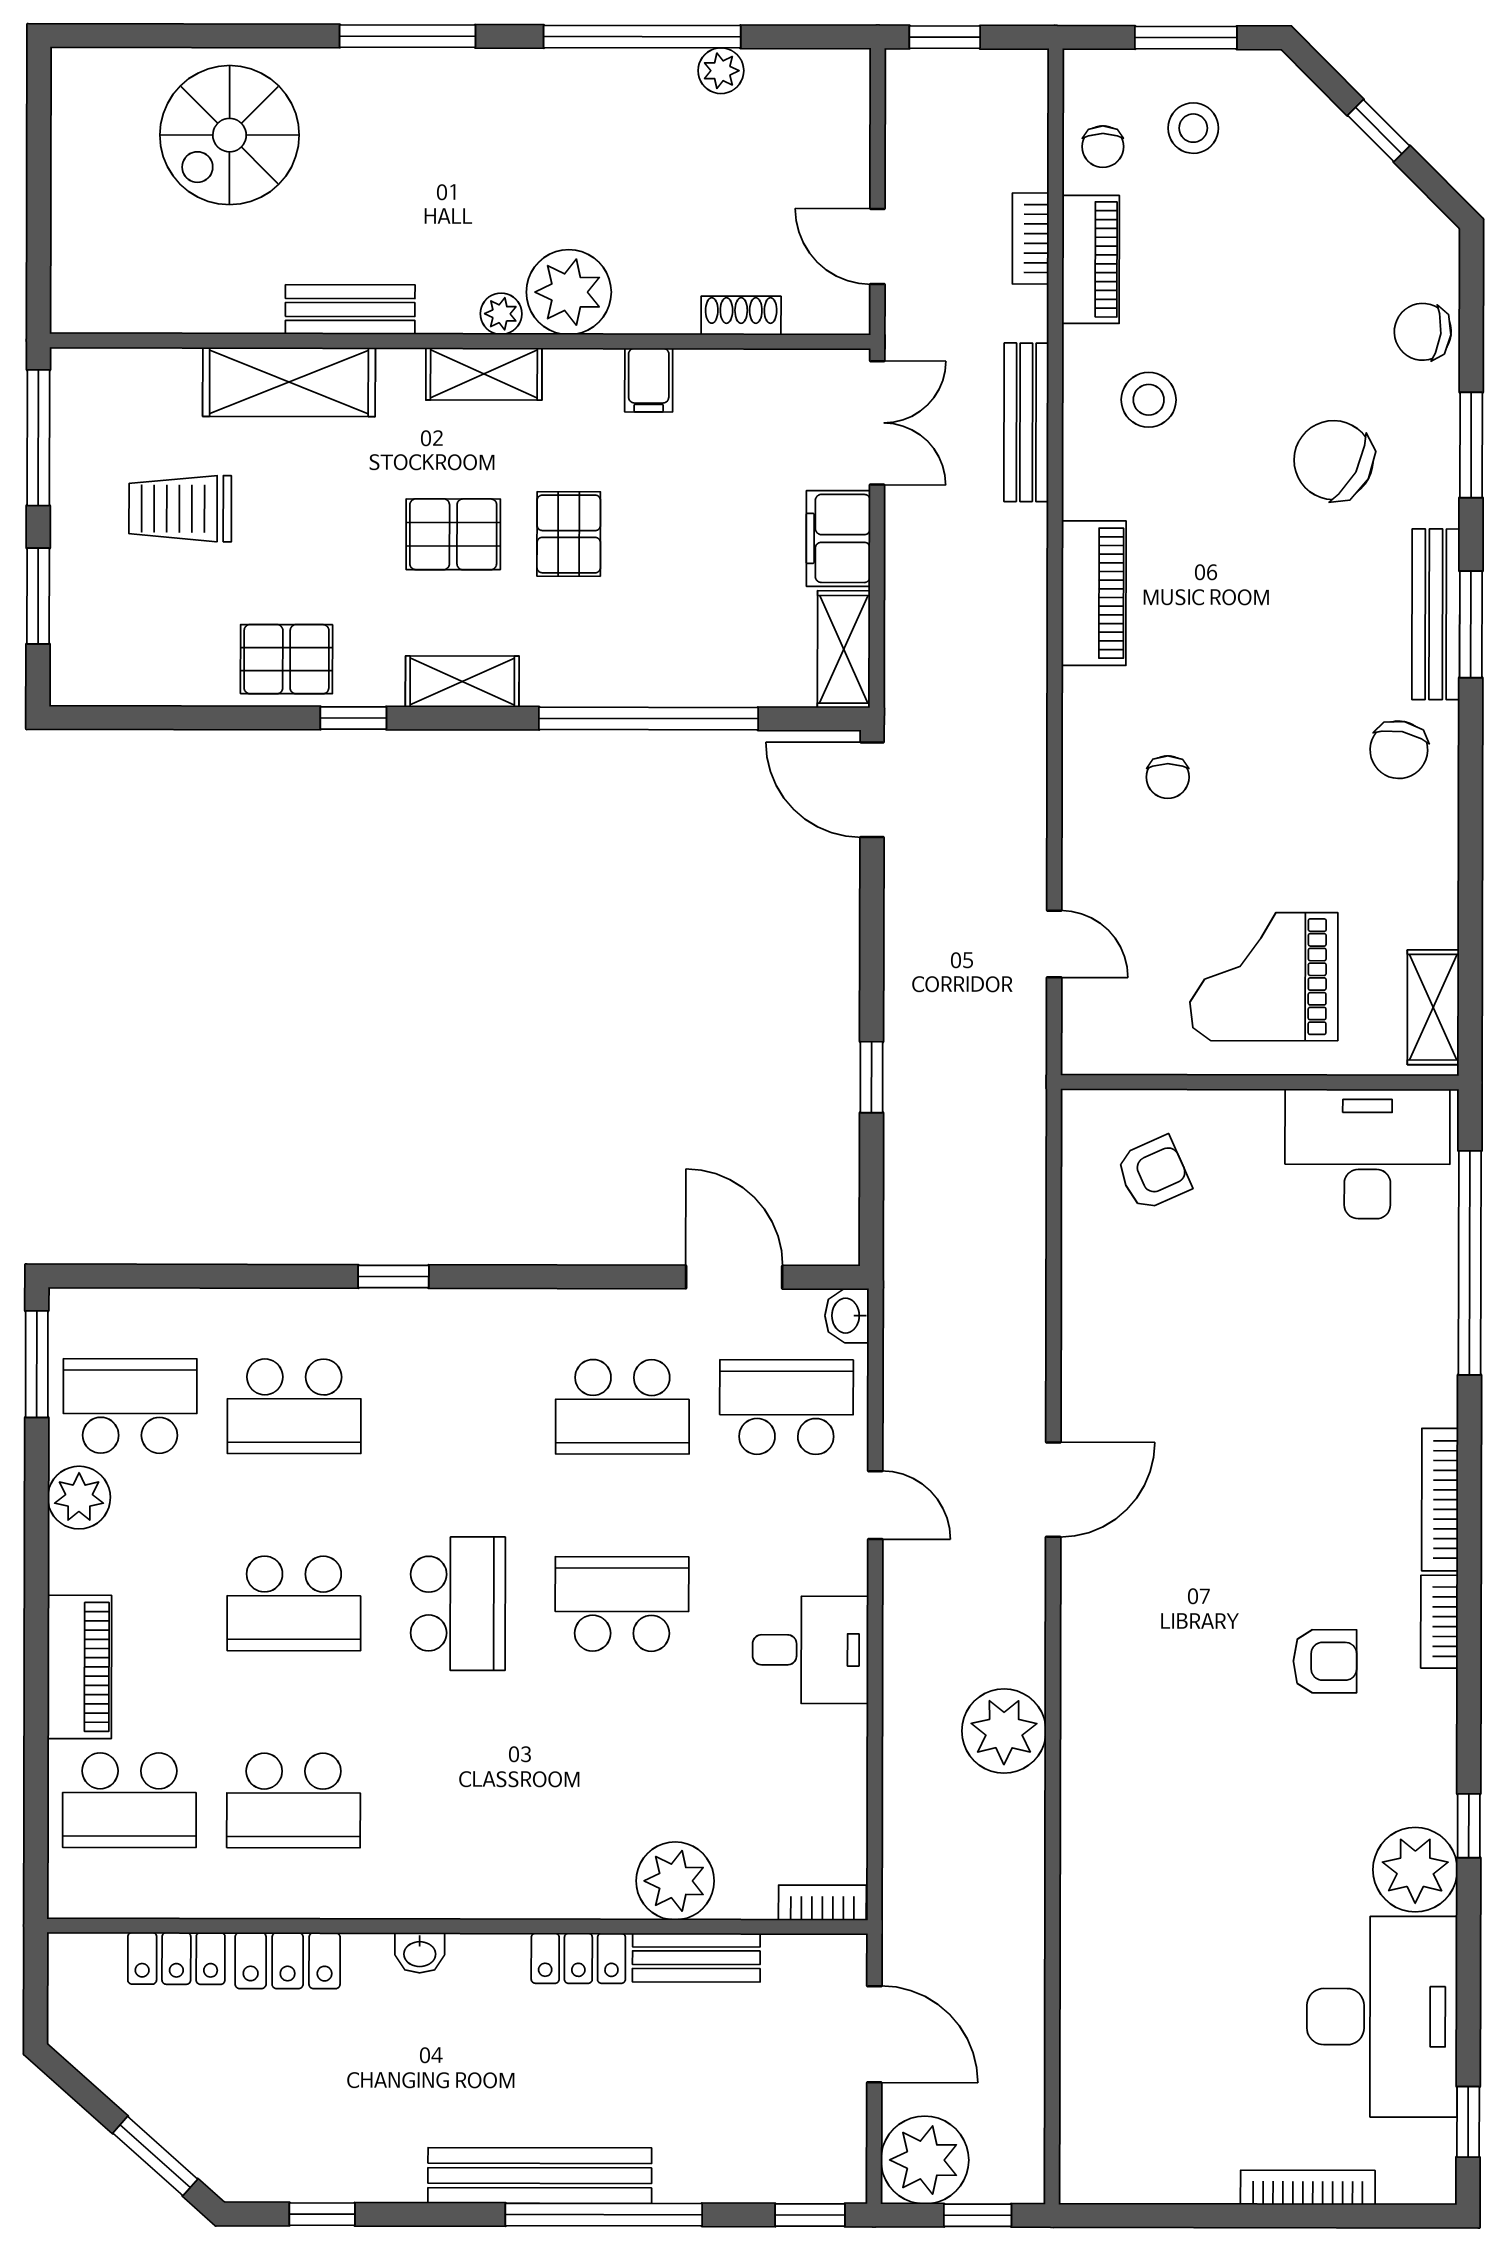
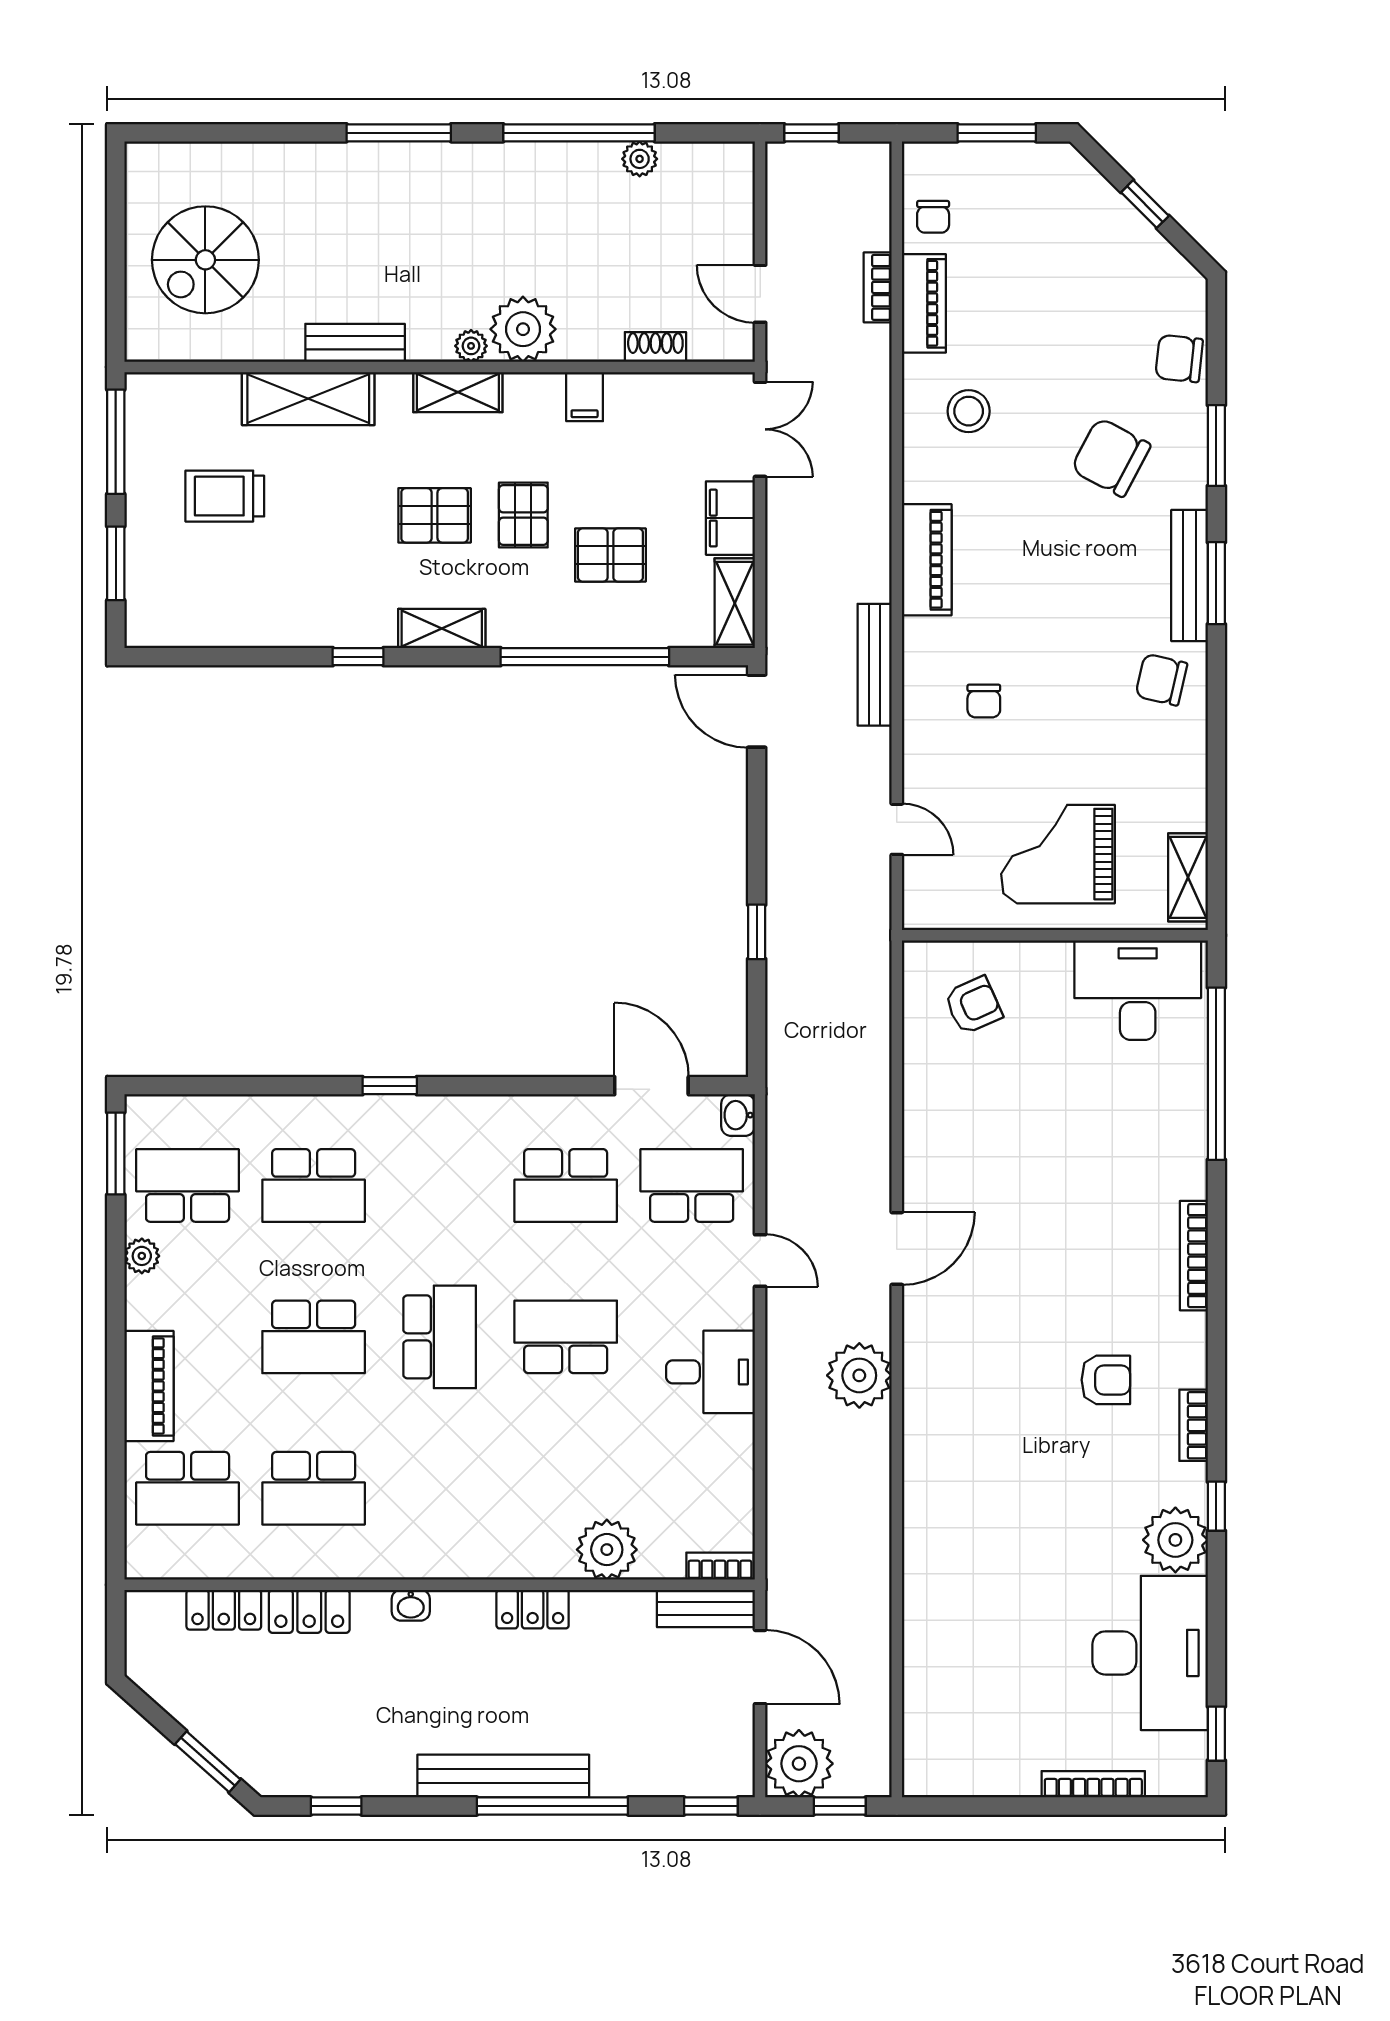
stool: (1193, 128) -> (1003, 202), removed
spiral stairs: (230, 135) -> (205, 260), moved
bench: (1026, 422) -> (875, 665), moved
pallet: (286, 659) -> (610, 555), moved
chair: (1399, 750) -> (1161, 680), turned 92
plant: (79, 1498) -> (142, 1256), width x0.73, depth x0.73
bookcase: (1439, 1622) -> (1194, 1425), moved
plant: (1004, 1731) -> (859, 1375), moved
bench: (696, 1958) -> (706, 1609), moved

